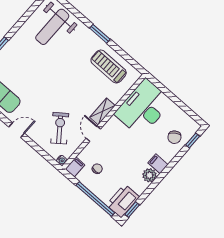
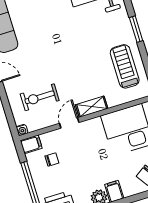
exercise bike: (60, 128) -> (40, 97), turned -143

